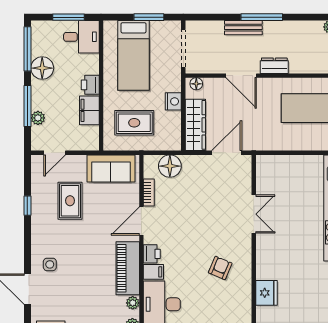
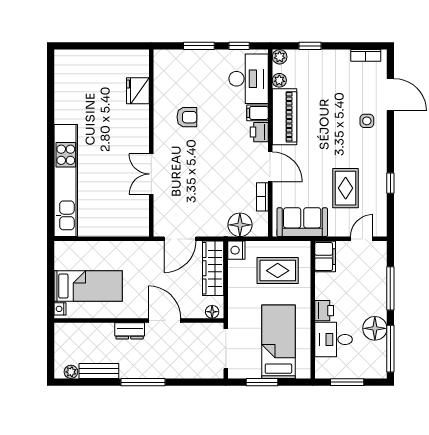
bench: (243, 28) -> (99, 371), moved
desk: (81, 37) -> (333, 339), moved
nightstand: (173, 101) -> (236, 250), moved
filing cabinet: (89, 110) -> (325, 257), moved
plant: (38, 118) -> (379, 276), removed
door: (141, 221) -> (270, 167), hinge flipped
armchair: (220, 268) -> (187, 117), turned -113

